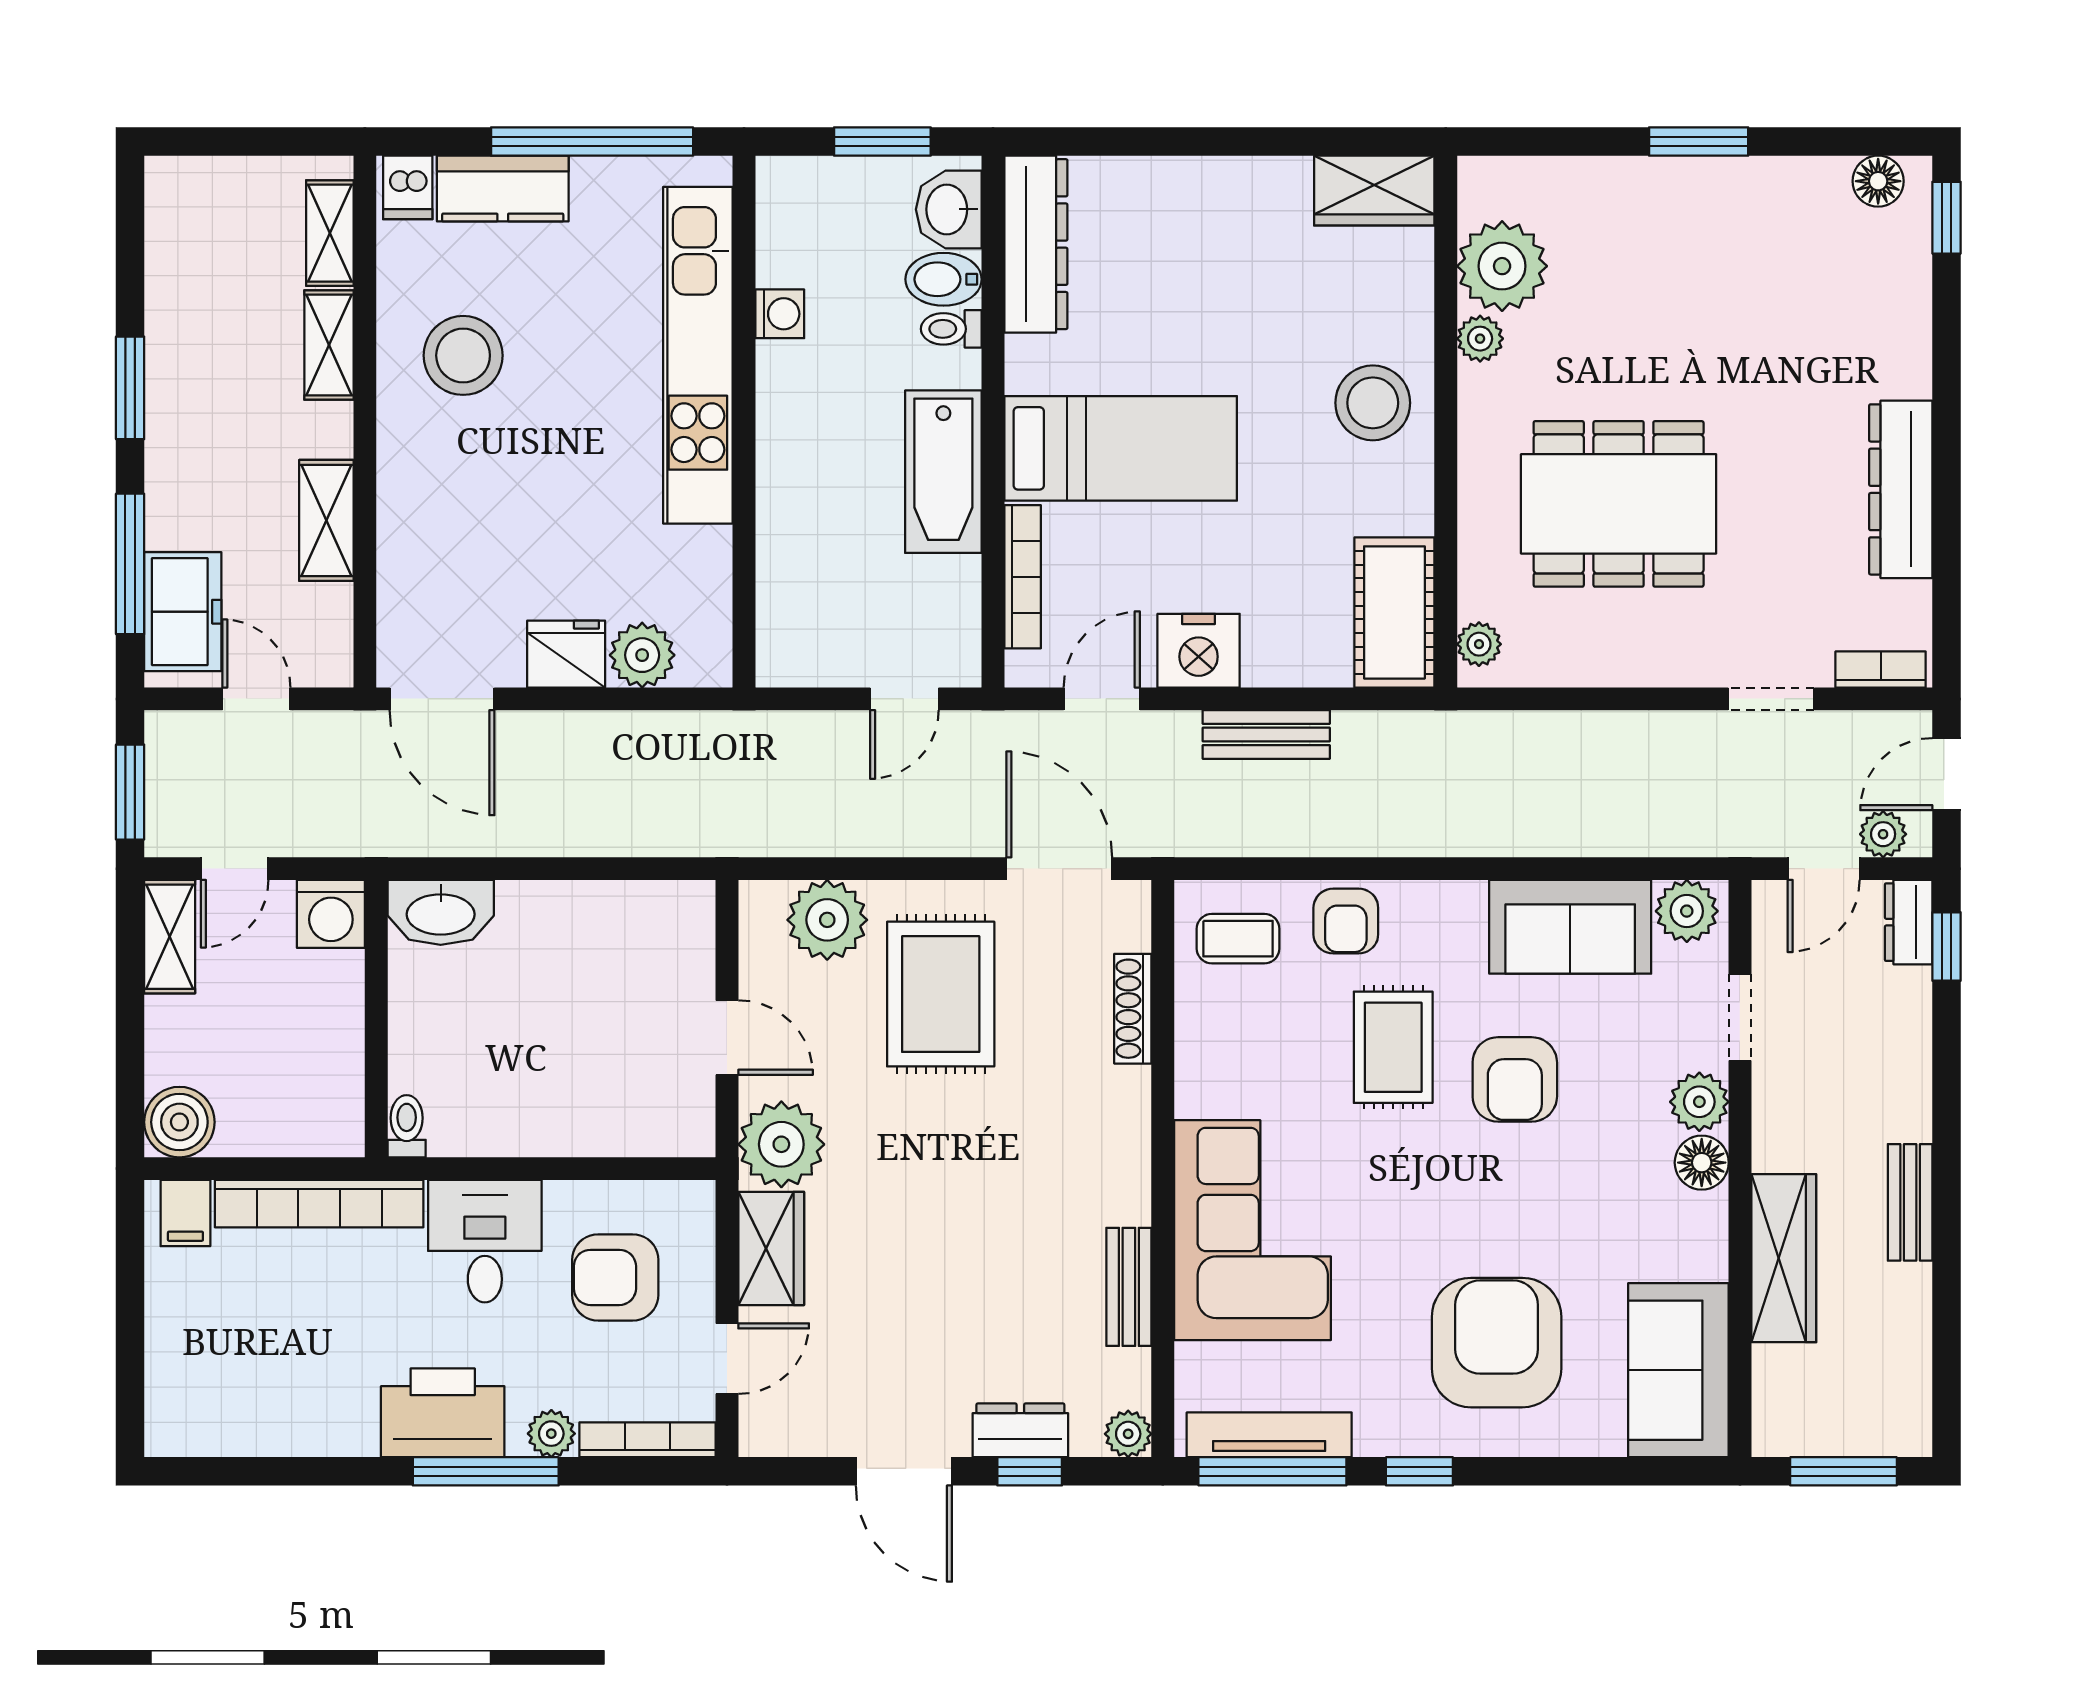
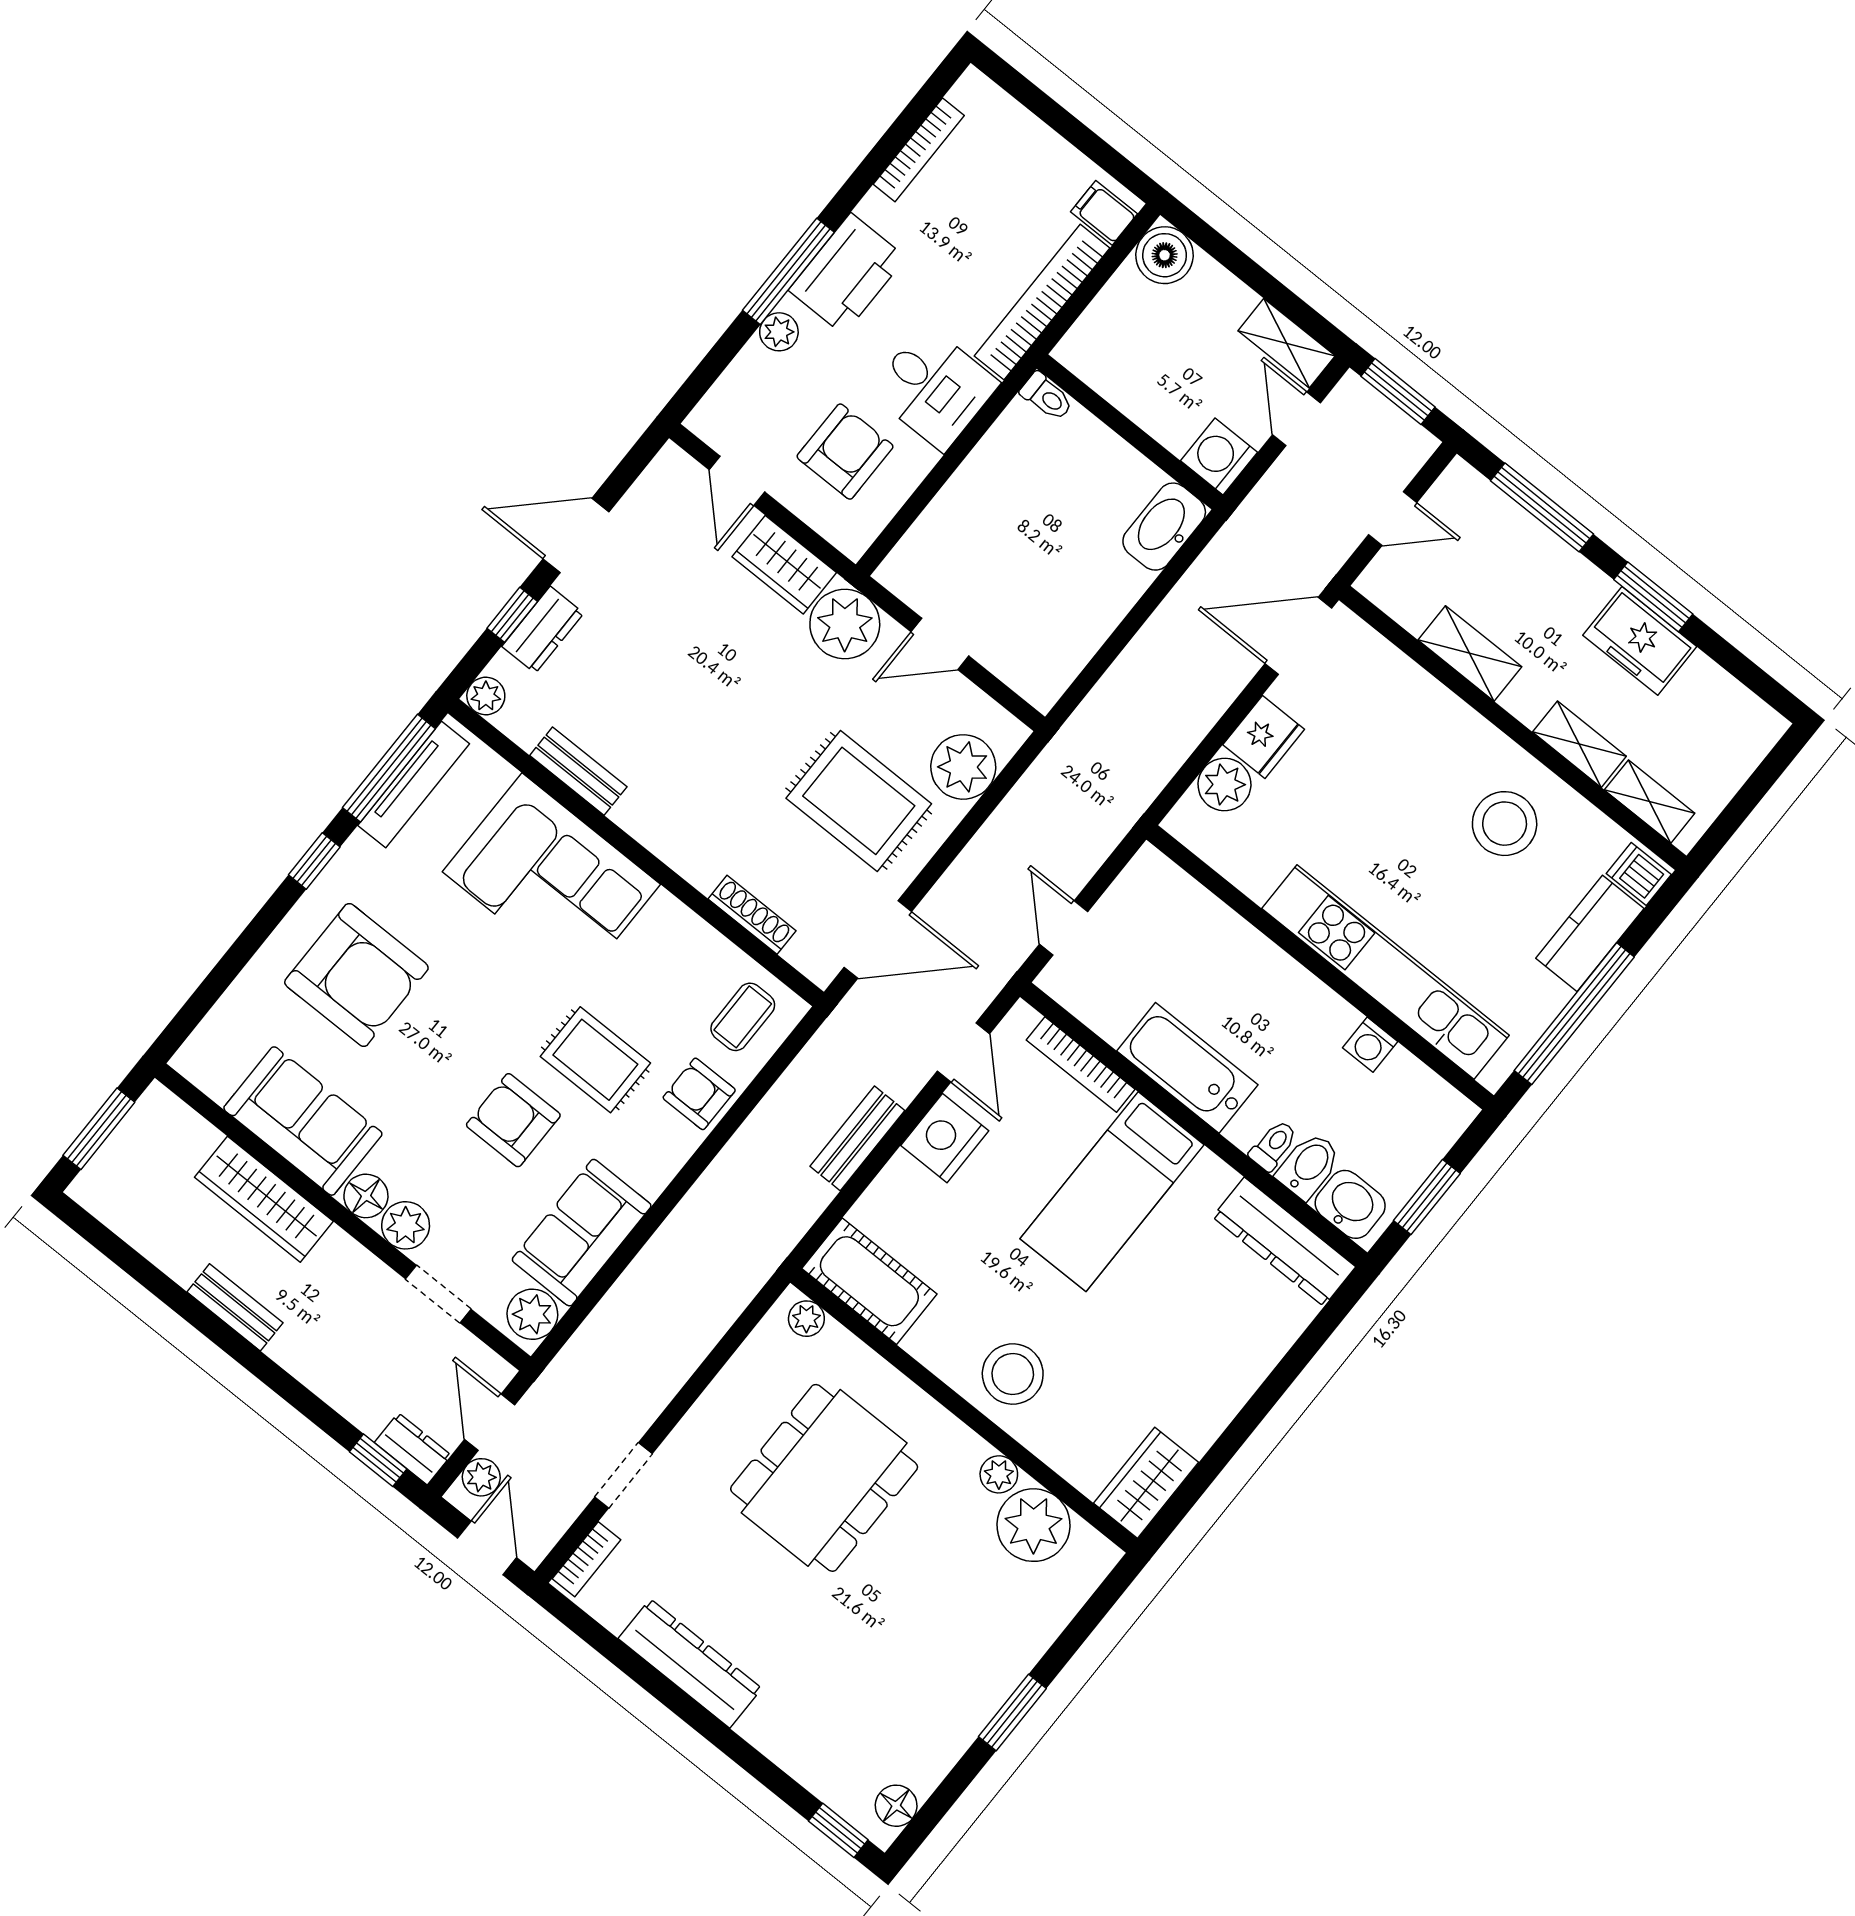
freezer: (183, 612) -> (1640, 641), moved
sofa: (1678, 1370) -> (303, 1121), moved
bookcase: (648, 1440) -> (919, 150), moved

